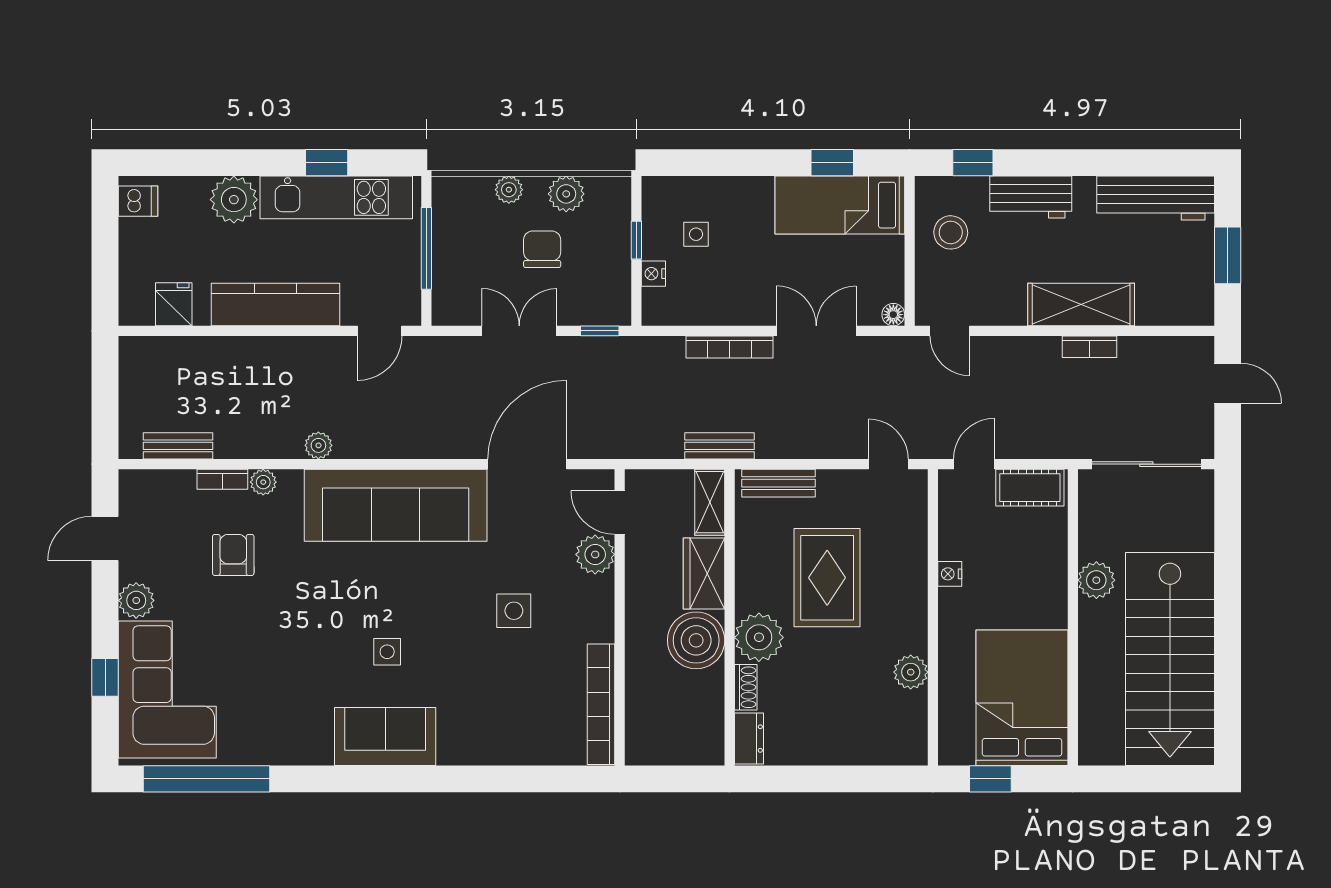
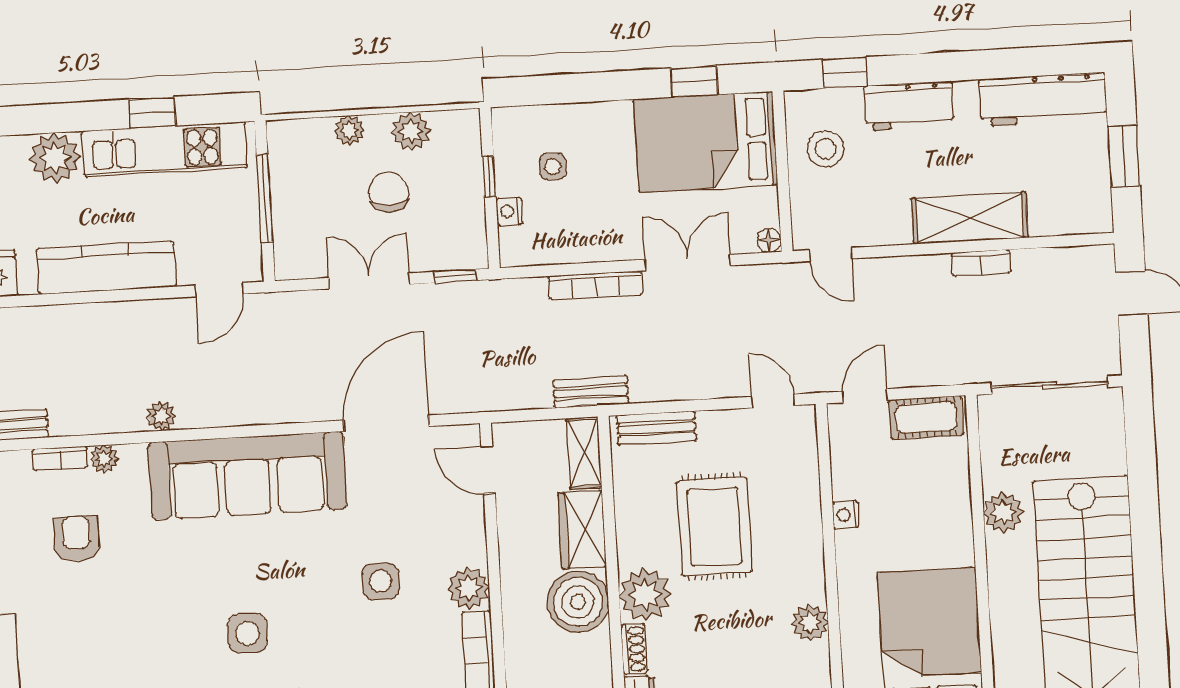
bed: (840, 205) -> (706, 142), width x1.50
plant: (595, 554) -> (469, 588), moved
side table: (387, 652) -> (247, 633), width x1.37, depth x1.37

